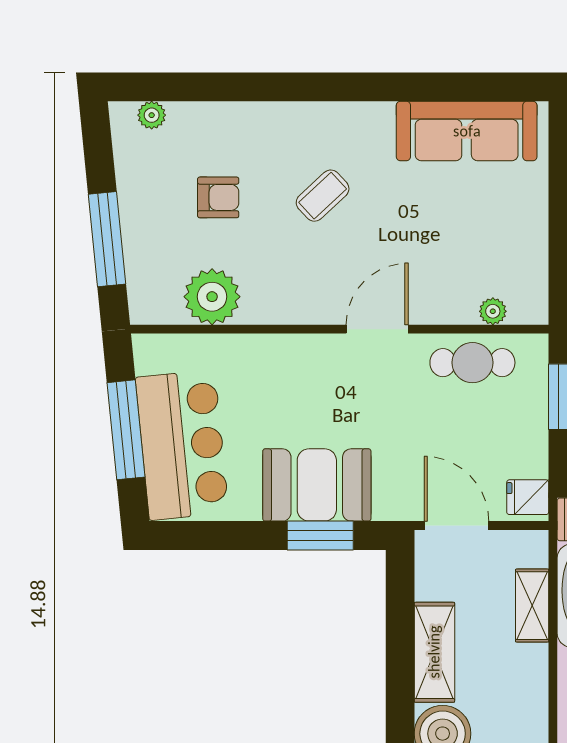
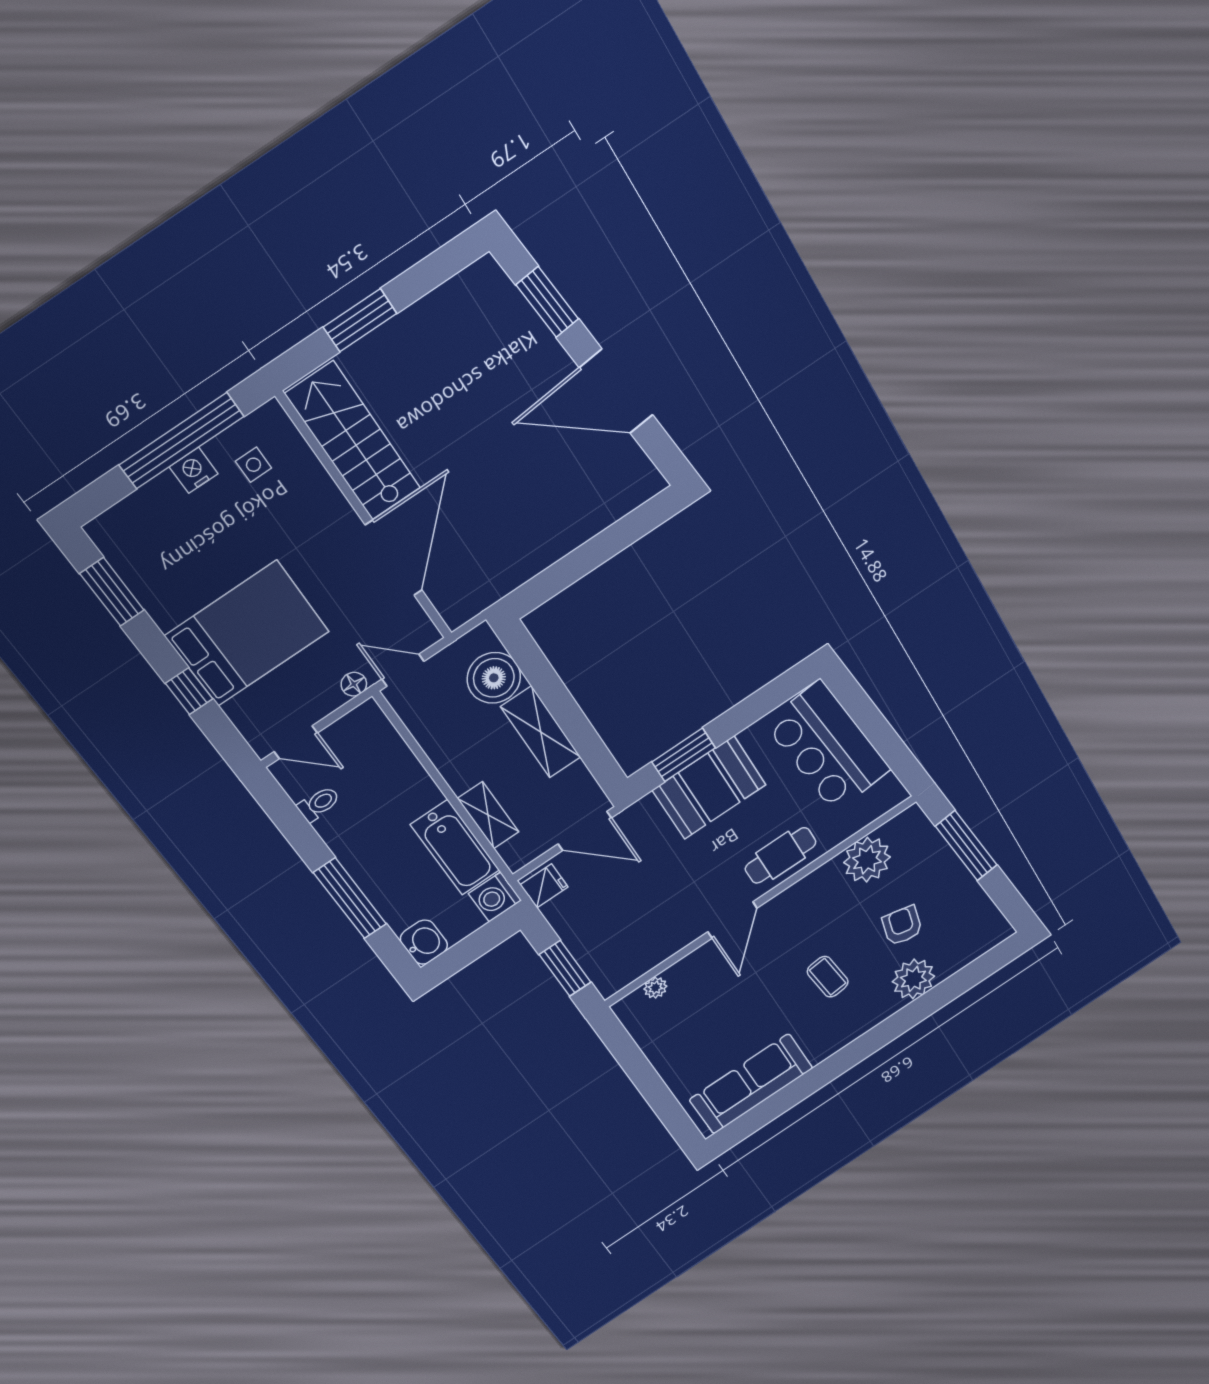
plant: (152, 115) -> (913, 979), moved, width x1.88, depth x1.88
coffee table: (323, 196) -> (828, 977), turned -53
armchair: (218, 197) -> (902, 926), turned 103
cafe table: (472, 363) -> (781, 855), moved
window: (126, 430) -> (876, 729), removed

